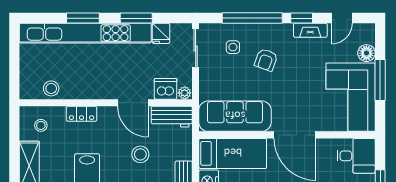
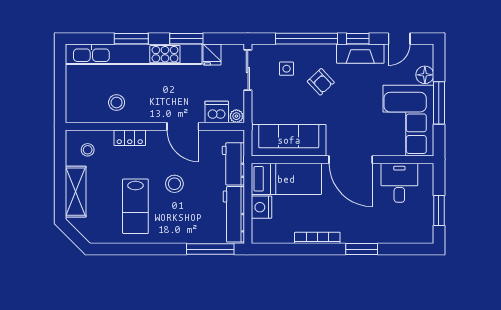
fireplace: (310, 30) -> (360, 54), width x1.37, depth x1.32
armchair: (266, 60) -> (321, 82), turned -63
stool: (51, 88) -> (117, 102), moved
workbench: (172, 117) -> (233, 164), moved, turned 90
stool: (140, 154) -> (174, 184), moved
desk: (356, 156) -> (399, 183), moved, turned -90

